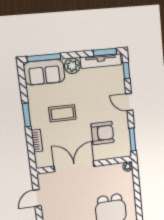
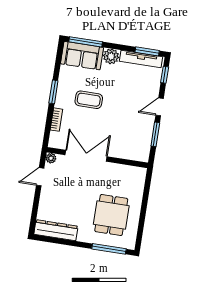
door: (129, 102) -> (160, 107), hinge flipped
armchair: (102, 133) -> (124, 130), removed
window: (133, 140) -> (155, 134), moved
plant: (128, 166) -> (51, 158), moved

